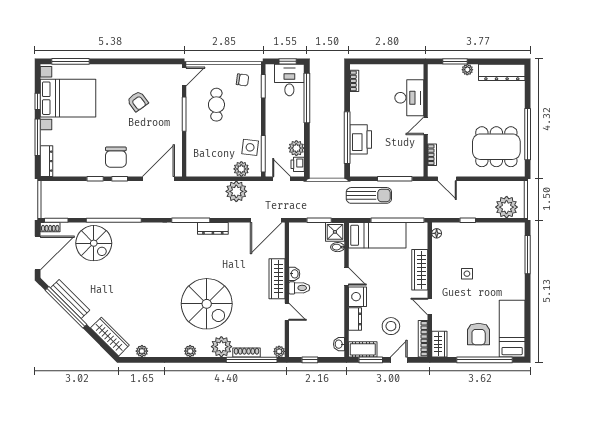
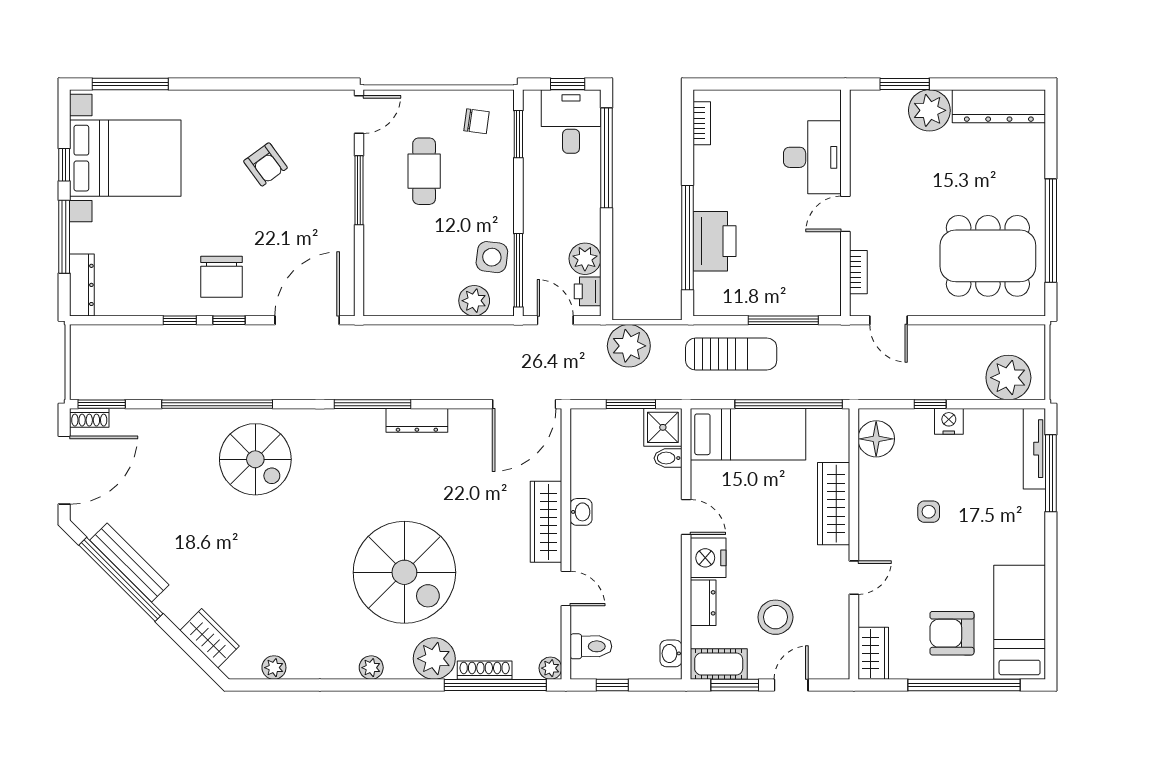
plant: (467, 70) -> (929, 110), width x1.87, depth x1.87
plant: (236, 191) -> (629, 346), moved
nightstand: (477, 229) -> (949, 421), added
floor lamp: (437, 233) -> (876, 439), width x1.89, depth x1.89
tv unit: (519, 242) -> (1034, 449), added
spiral stairs: (94, 243) -> (255, 459), moved
toilet: (299, 288) -> (591, 646), moved
door: (430, 306) -> (854, 578), swing flipped
armchair: (479, 334) -> (952, 633), turned 90
wardrobe: (110, 337) -> (210, 638), width x0.67
bookcase: (423, 339) -> (840, 643), removed

